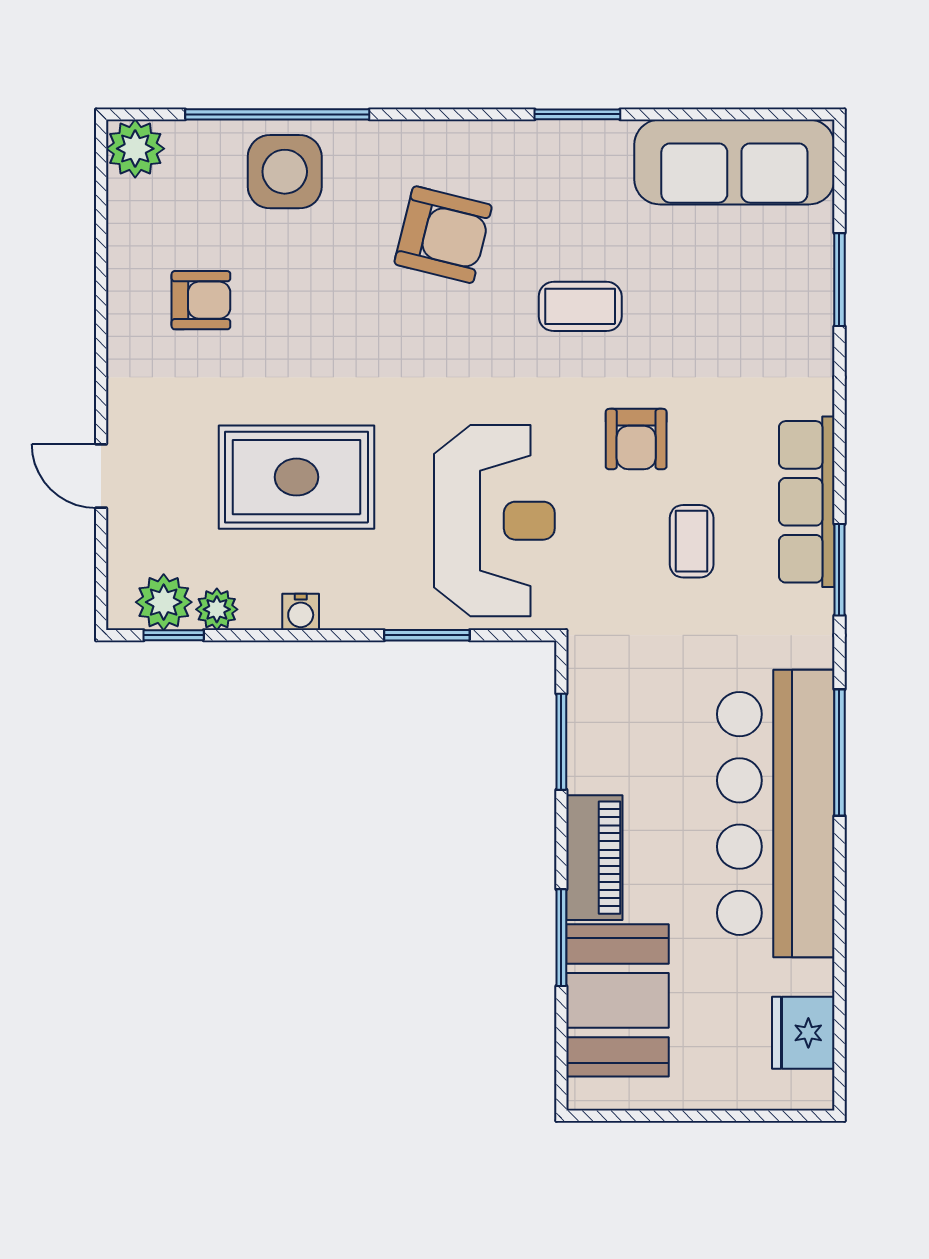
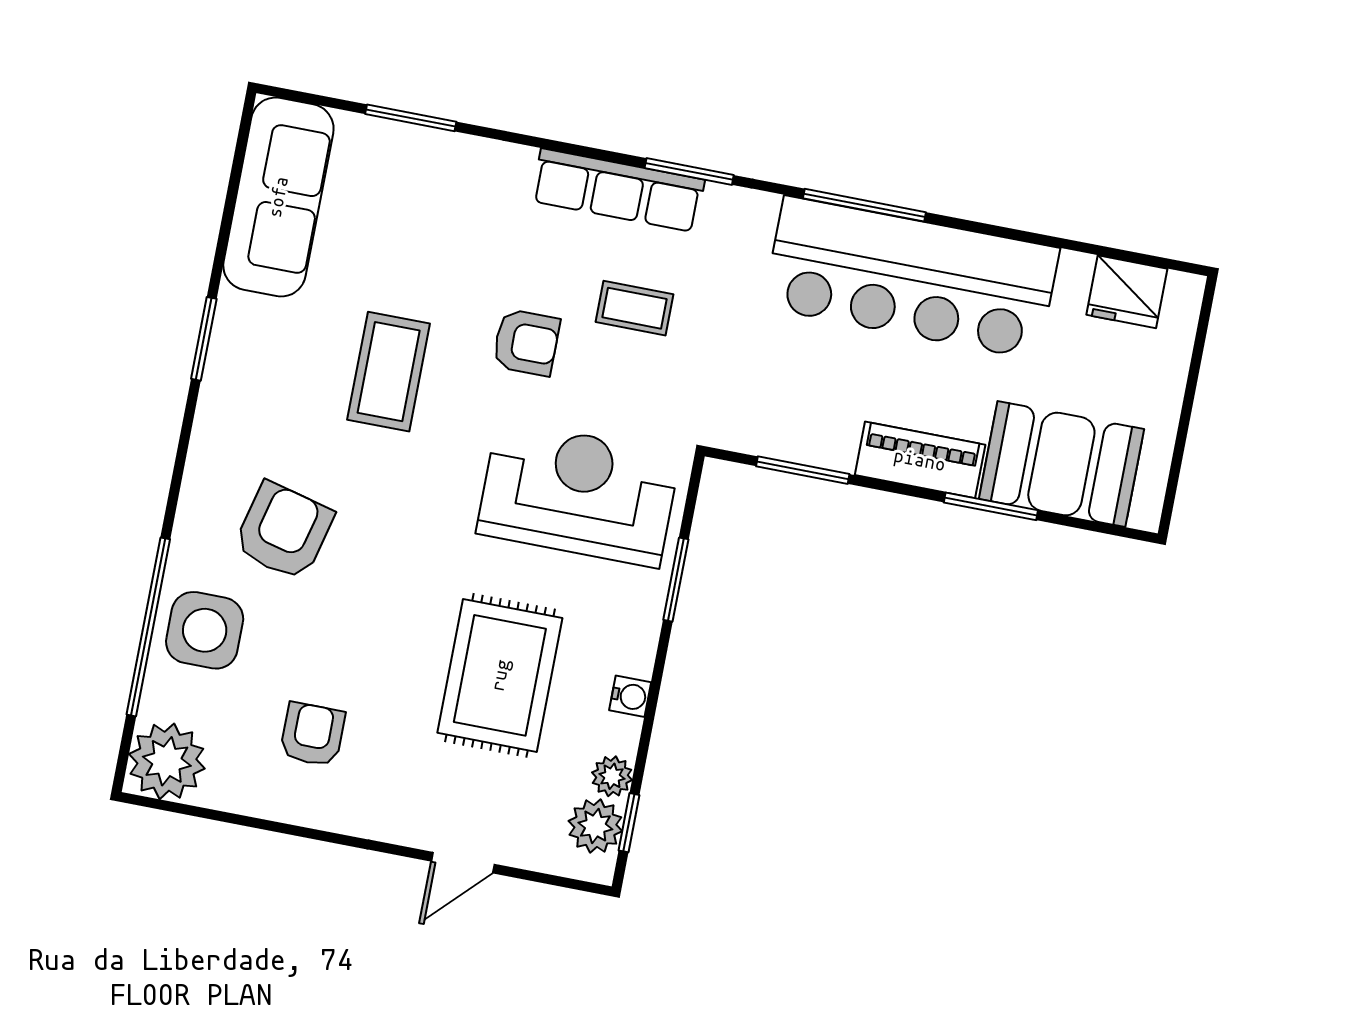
plant: (135, 149) -> (167, 761), width x1.36, depth x1.36
armchair: (443, 235) -> (284, 531), moved
coffee table: (580, 306) -> (389, 372), width x1.36, depth x1.30

